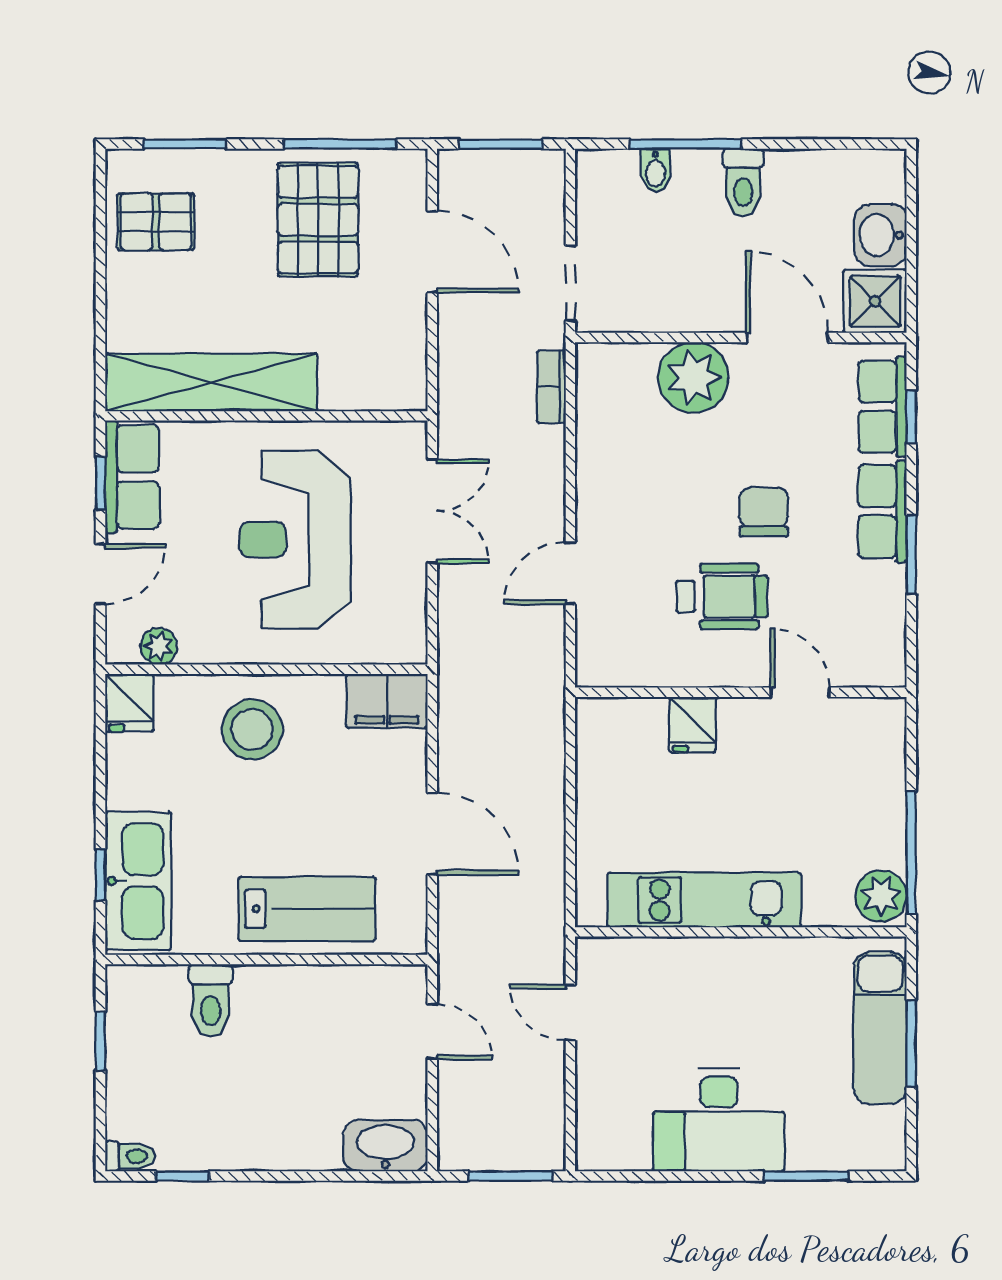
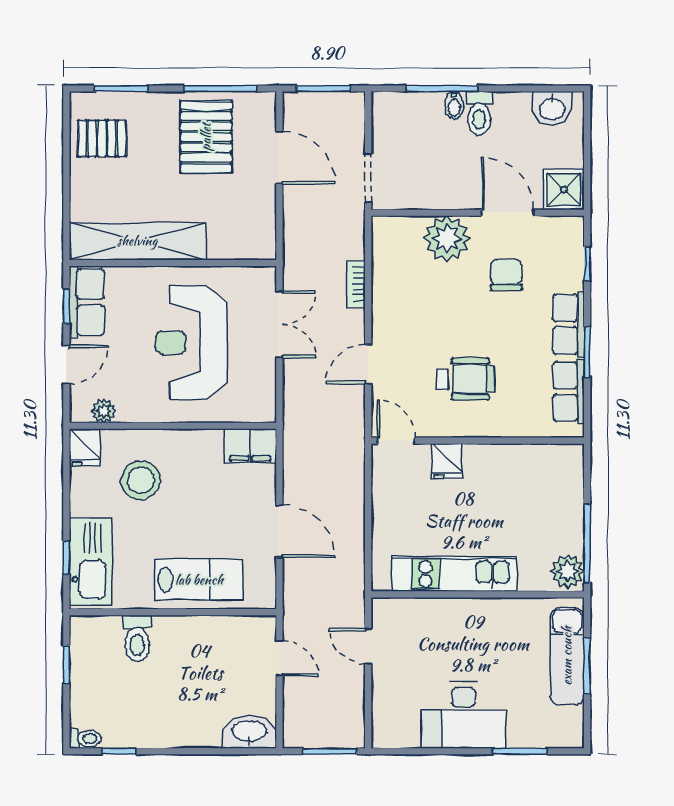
bidet: (655, 170) -> (454, 105), moved
washbasin: (880, 235) -> (552, 108), moved, turned -90
bookcase: (551, 387) -> (356, 284), moved
row of seats: (883, 407) -> (569, 392), moved
chair: (764, 512) -> (506, 275), moved
door: (800, 692) -> (396, 441), moved
stool: (252, 729) -> (141, 480), moved

